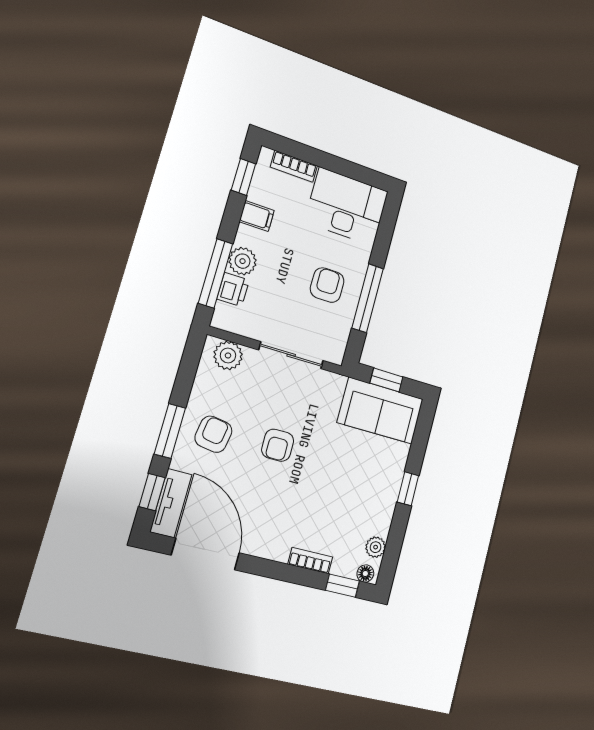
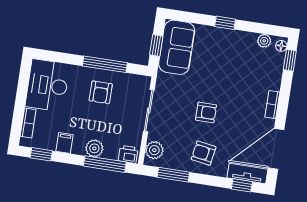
armchair: (327, 285) -> (101, 92), turned -90
printer: (233, 290) -> (128, 154), moved
window: (170, 431) -> (173, 175), moved
bookcase: (310, 561) -> (272, 105), moved

